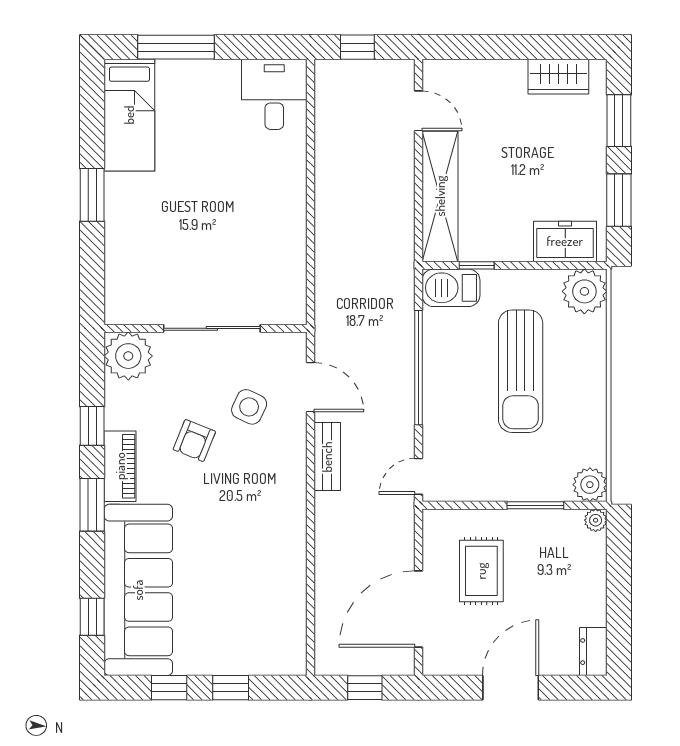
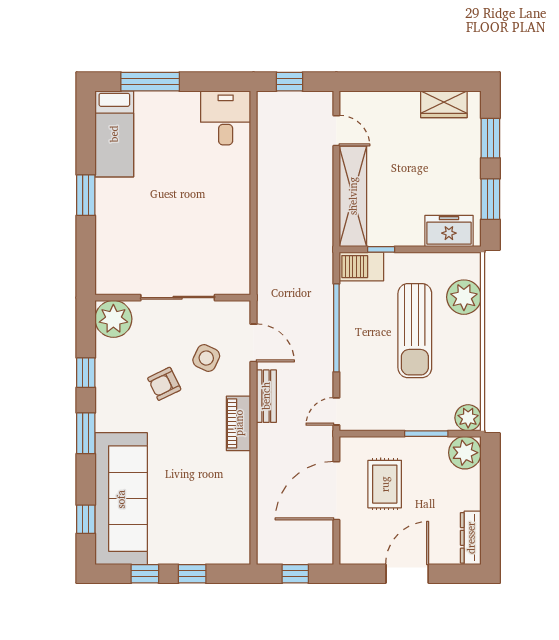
plant: (584, 291) -> (464, 297), moved
armchair: (194, 440) -> (164, 384), turned 42
piano: (120, 466) -> (239, 423), moved, turned 180
plant: (596, 520) -> (465, 453), width x1.88, depth x1.88
door: (419, 609) -> (336, 491), moved
dresser: (593, 652) -> (471, 538), width x1.44

